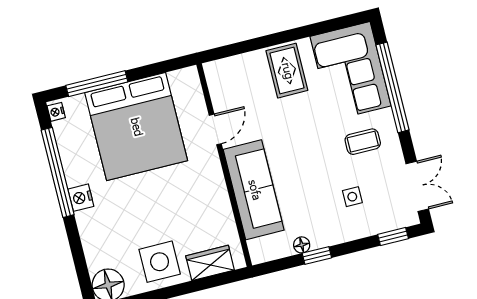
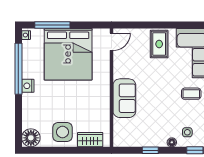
door: (215, 129) -> (111, 42), moved
sofa: (254, 190) -> (124, 98), width x0.73
side table: (352, 197) -> (187, 132), moved
floor lamp: (302, 245) -> (172, 142), moved

